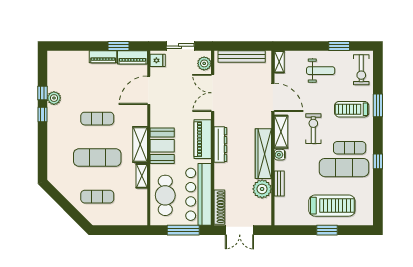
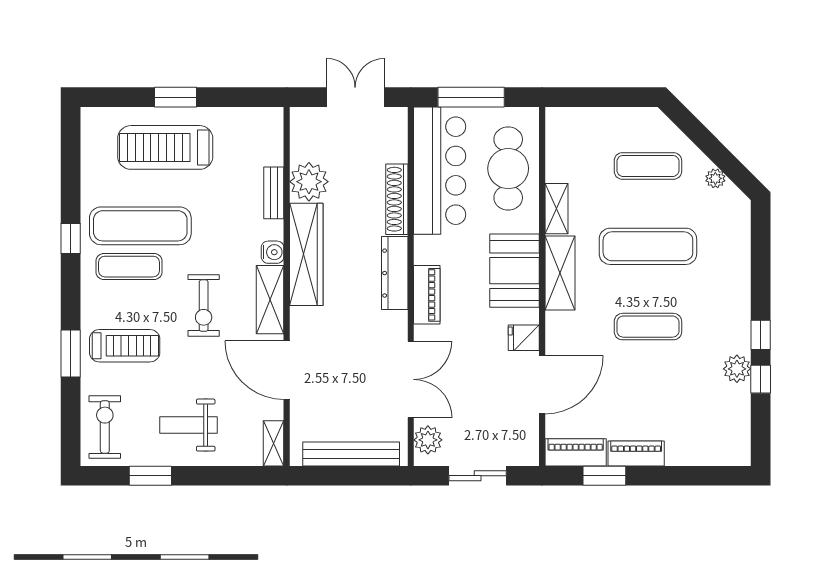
fridge: (158, 60) -> (524, 338), moved
piano: (203, 139) -> (427, 295), width x0.73, depth x0.75
plant: (64, 191) -> (715, 178), added
shoe rack: (219, 207) -> (397, 199), moved

